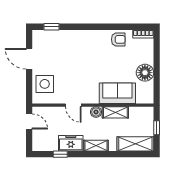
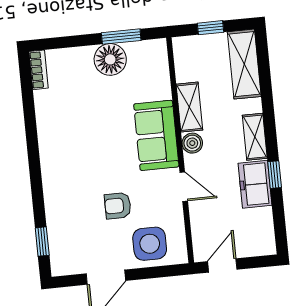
armchair: (118, 39) -> (118, 206), moved, turned -90
window: (157, 80) -> (121, 37), added
sofa: (117, 93) -> (156, 135), moved
door: (73, 105) -> (184, 187), hinge flipped
window: (60, 154) -> (275, 175), moved

